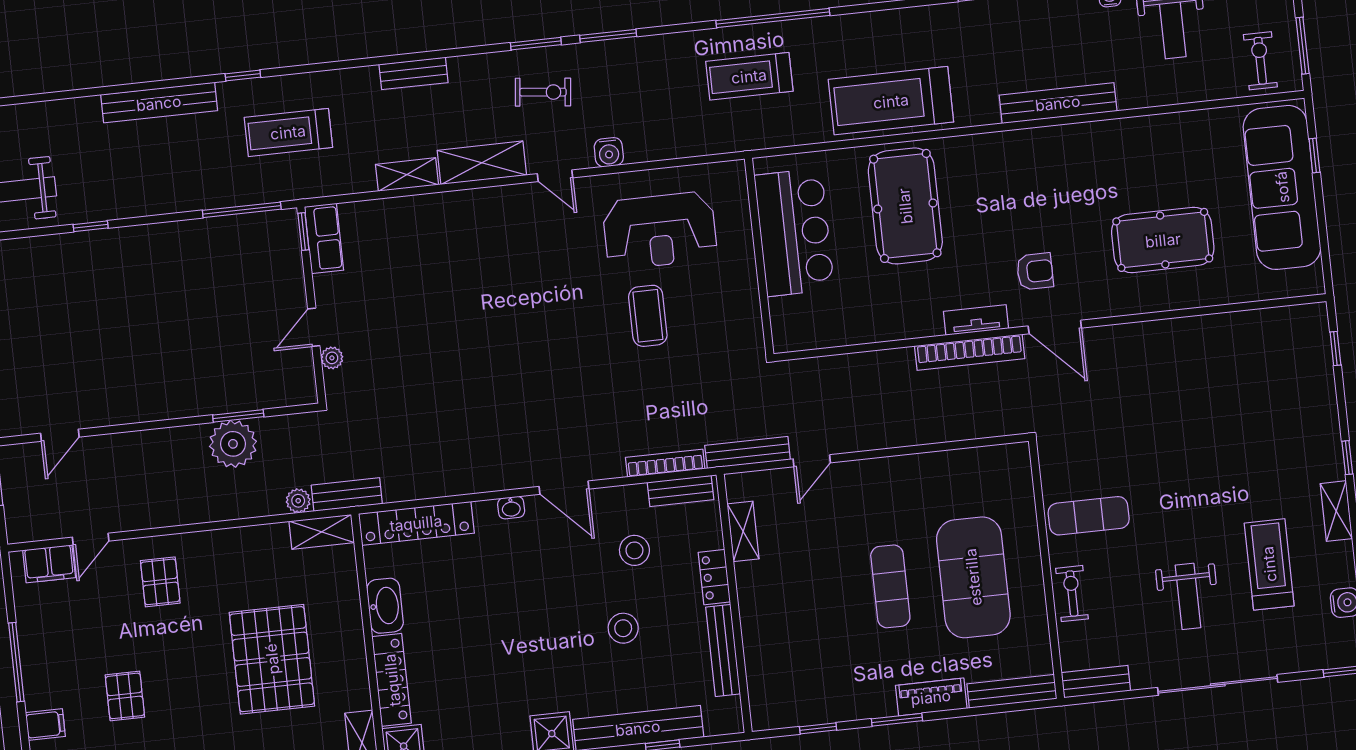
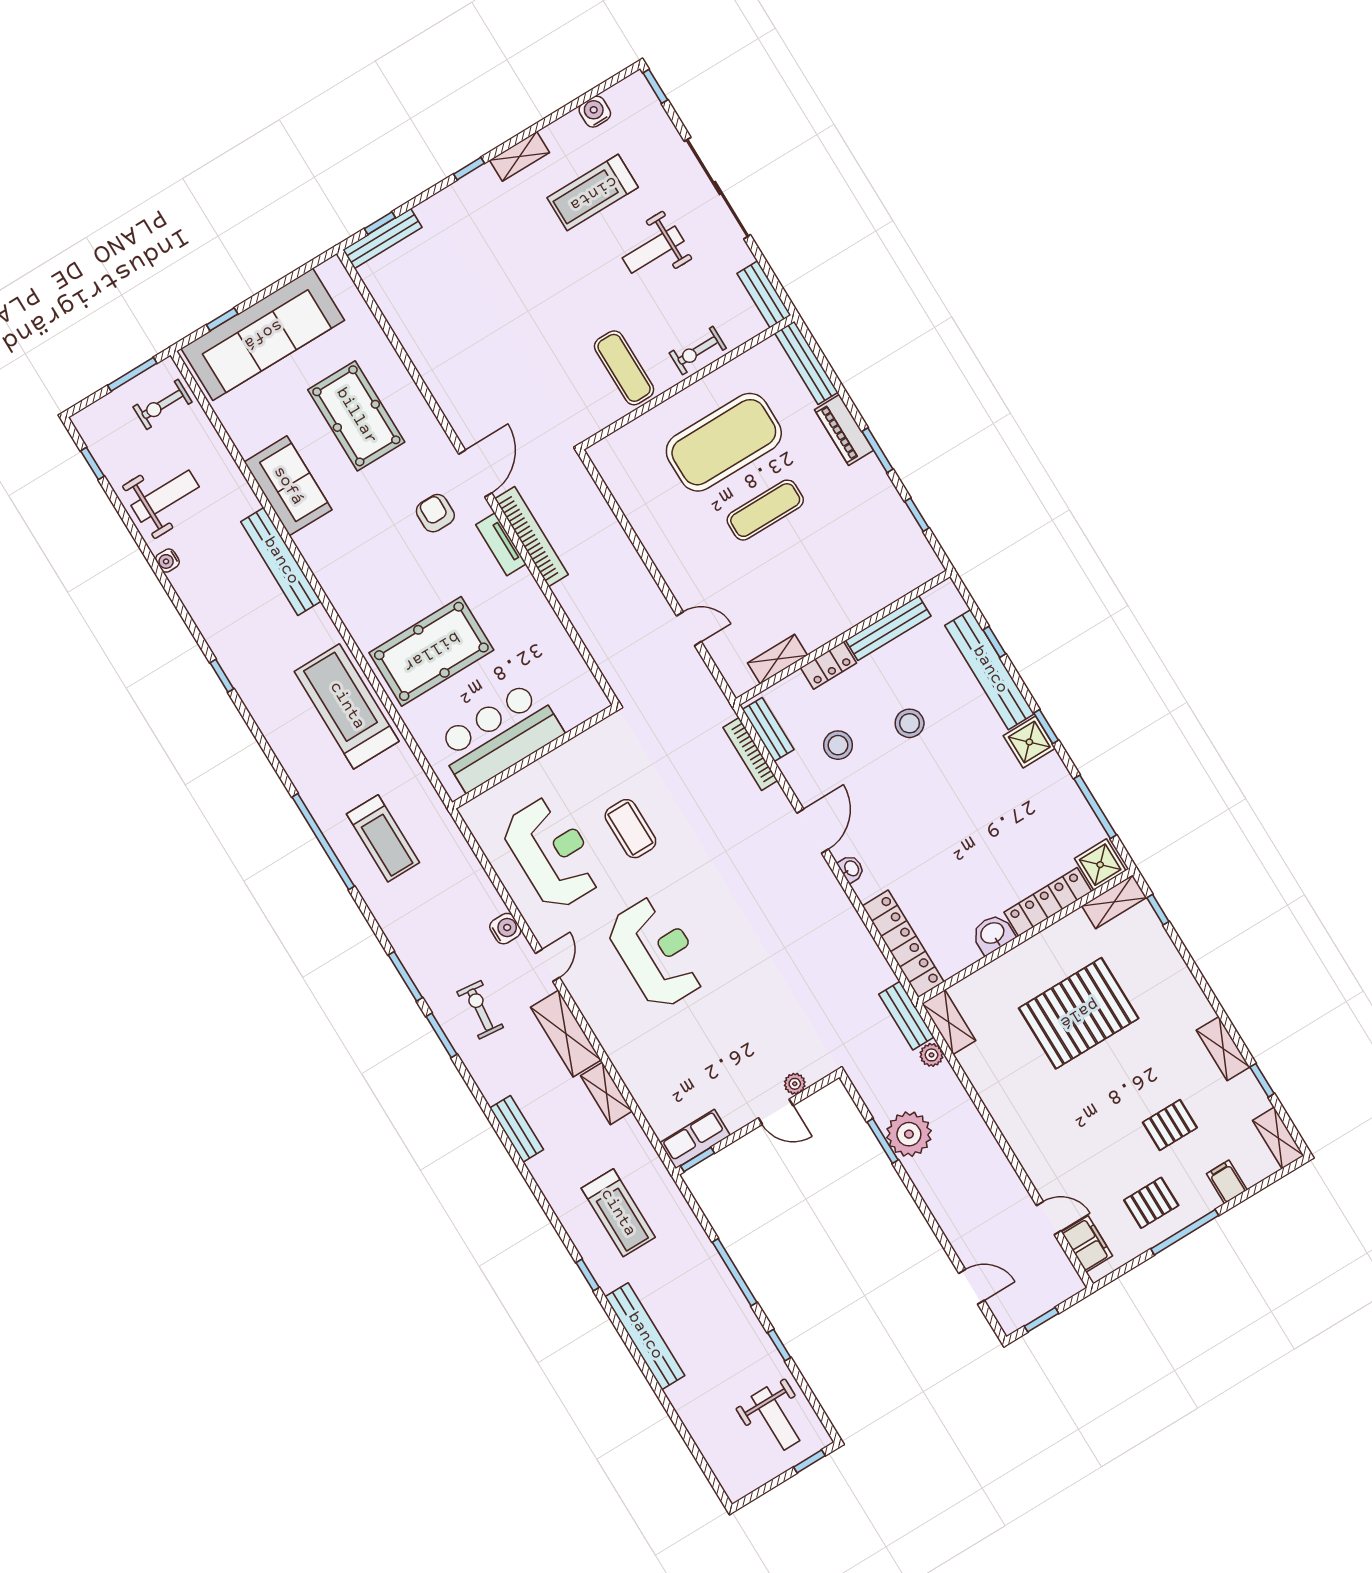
treadmill: (891, 101) -> (347, 706), turned 180
sofa: (1127, 144) -> (288, 486), added
window: (242, 210) -> (735, 1272), moved
reception desk: (518, 286) -> (657, 952), added
coffee table: (648, 316) -> (630, 829), turned 90
bench: (748, 452) -> (382, 239), moved, turned 90
pallet: (160, 582) -> (1151, 1203), moved
weight bench: (1188, 596) -> (653, 250), turned 180
washbasin: (385, 606) -> (993, 934), width x0.72

